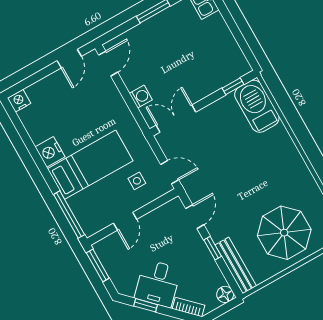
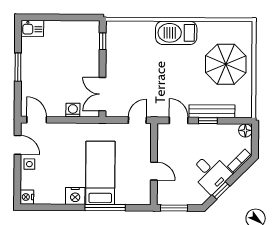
barbecue: (257, 106) -> (176, 33), moved
side table: (137, 181) -> (29, 164), moved
window: (69, 215) -> (105, 208), moved
bench: (236, 265) -> (212, 111), moved

